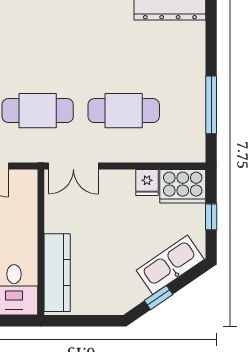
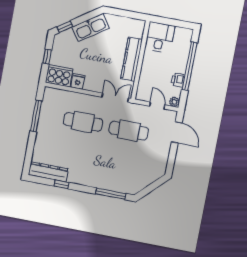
kitchen sink: (170, 265) -> (91, 27), moved
kitchen counter: (57, 273) -> (132, 59), moved
window: (158, 298) -> (65, 27), moved

